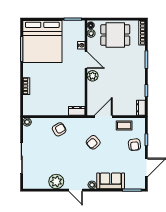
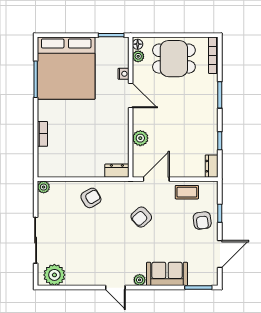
plant: (93, 76) -> (140, 138), moved
plant: (56, 182) -> (54, 275), moved

